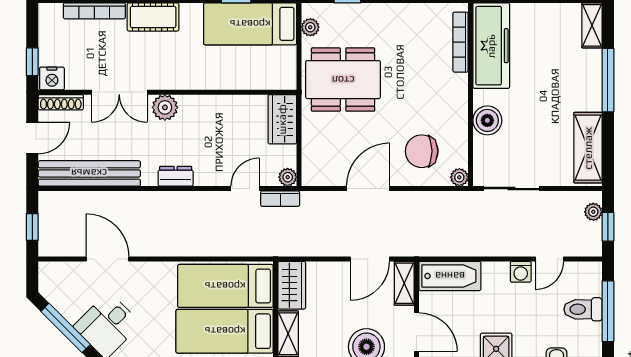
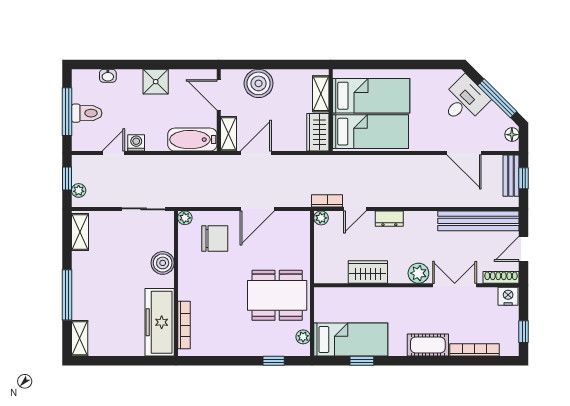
window: (32, 62) -> (524, 332), moved
wardrobe: (282, 119) -> (368, 272), moved, turned -90
shelving: (588, 148) -> (80, 232), width x0.67, depth x0.75
dresser: (176, 176) -> (389, 219), moved
bench: (48, 231) -> (511, 176), added
floor lamp: (47, 282) -> (512, 135), added

